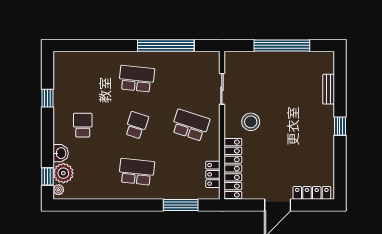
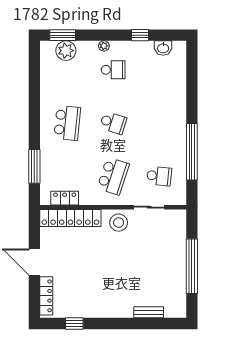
school desk: (137, 79) -> (159, 176), moved, width x0.54
stool: (251, 122) -> (119, 223), moved
window: (340, 126) -> (74, 324), moved
washbasin: (61, 153) -> (163, 48), moved
window: (48, 176) -> (63, 35), width x1.50
plant: (59, 190) -> (104, 46), moved

